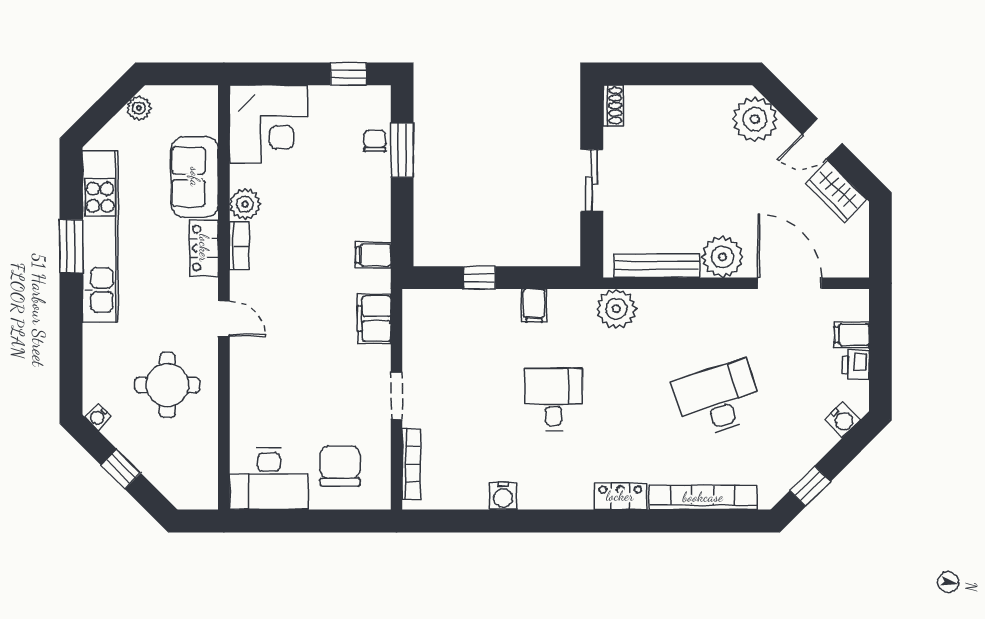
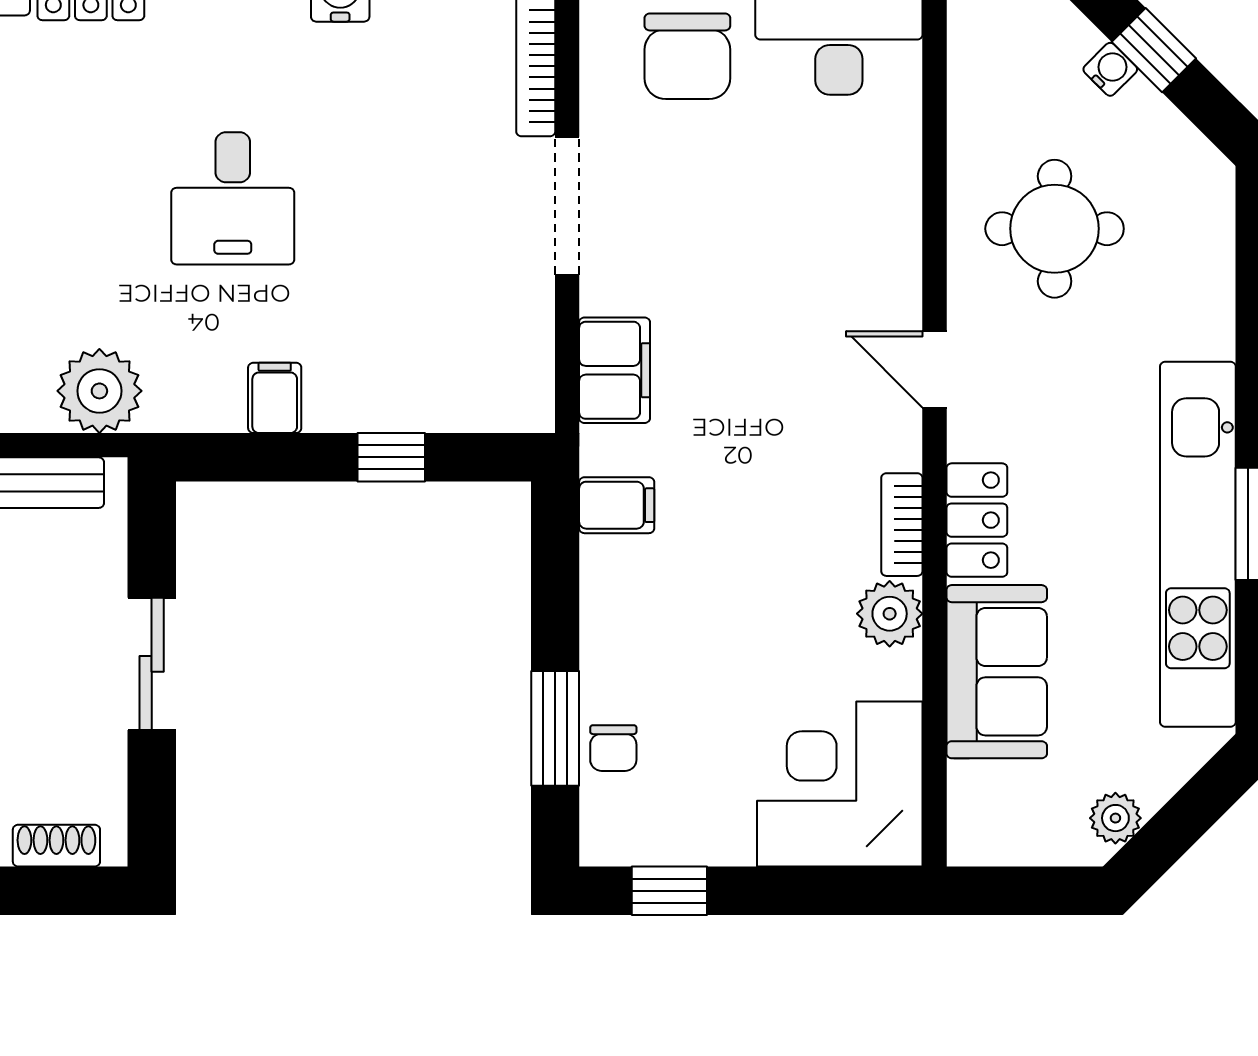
shoe rack: (613, 106) -> (56, 846), moved, turned 90
doorway: (396, 396) -> (567, 206), width x1.38
water cooler: (98, 417) -> (1110, 69), moved

